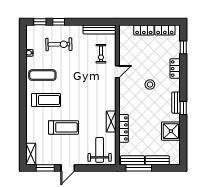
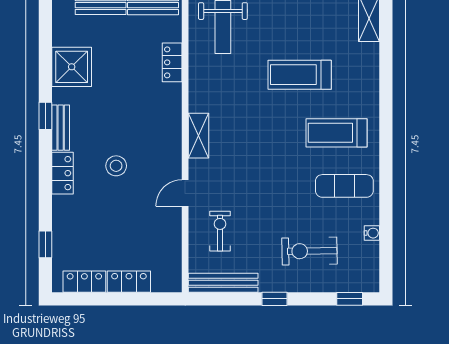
window: (59, 22) -> (274, 299), moved
locker: (175, 69) -> (62, 173), moved
shelving: (111, 122) -> (199, 136), moved
locker: (124, 128) -> (172, 62), width x0.66

